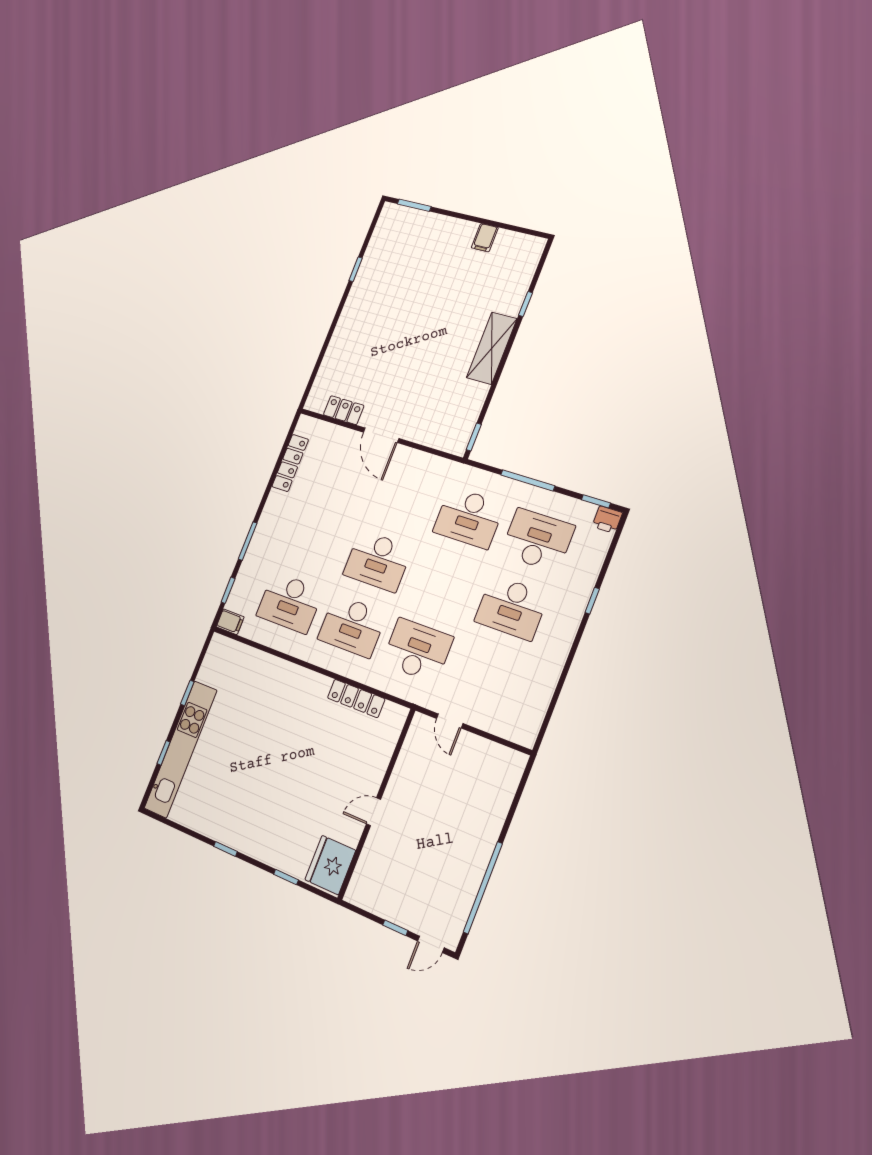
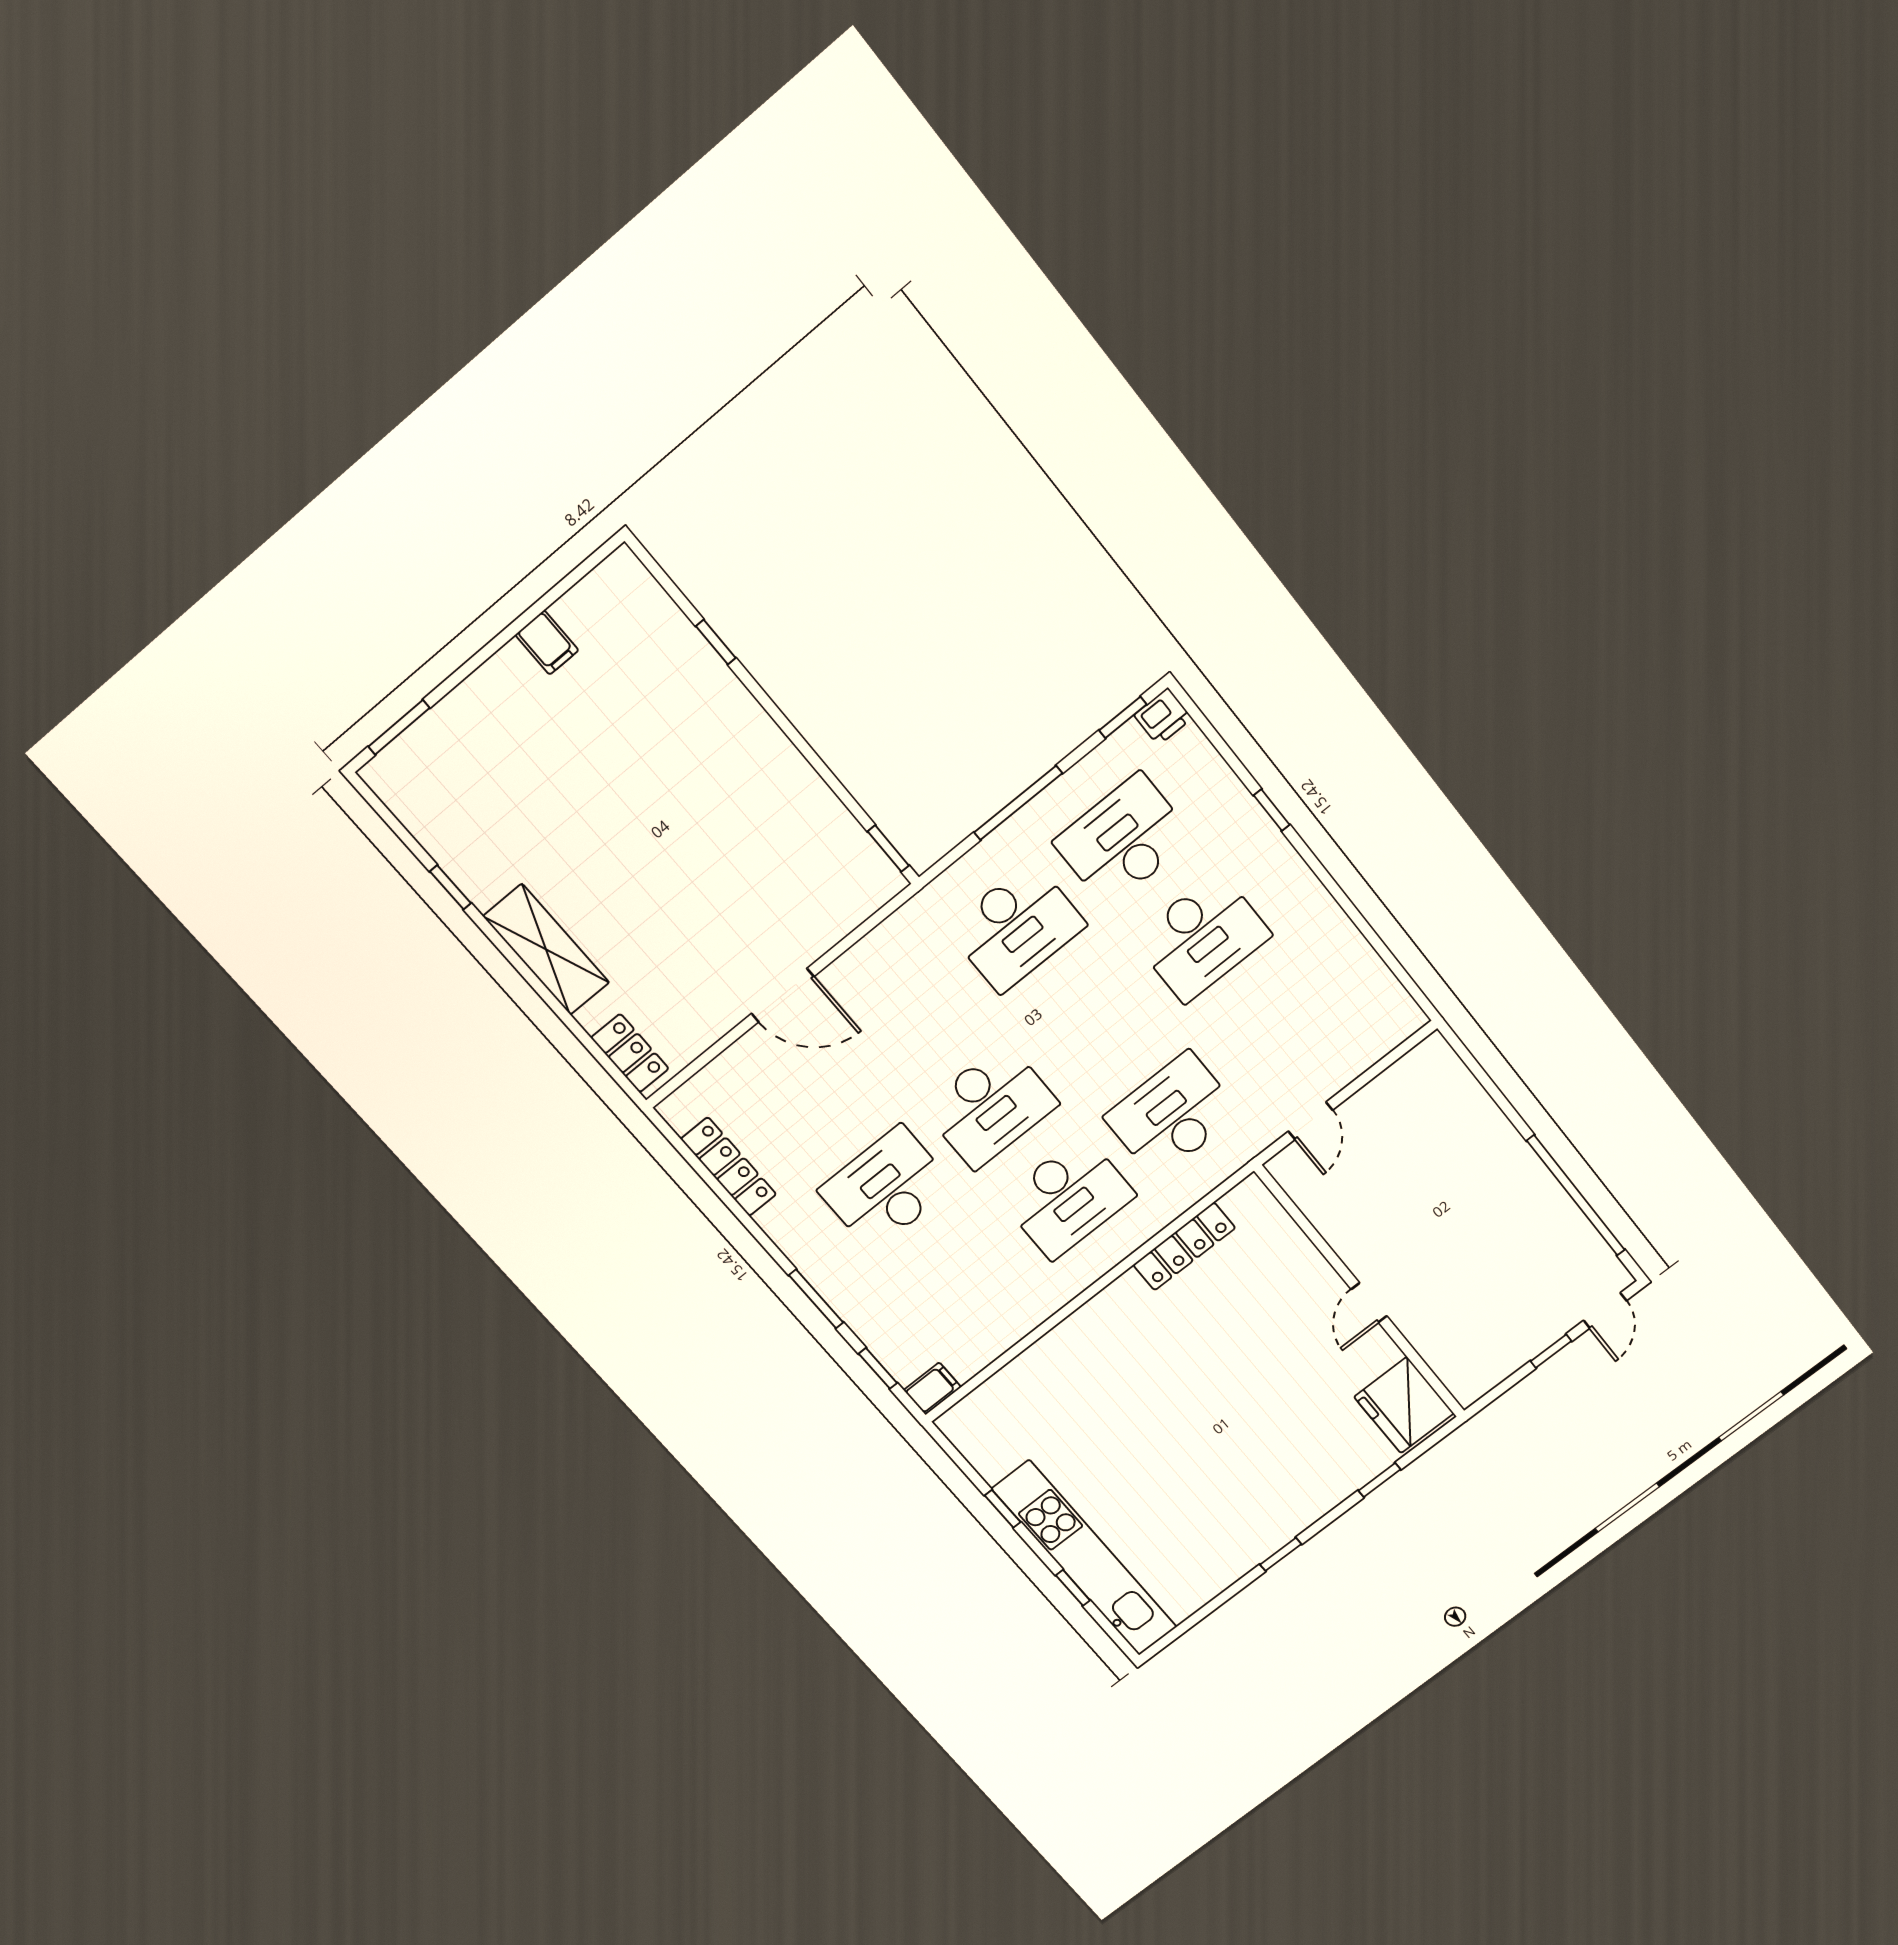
shelving: (492, 348) -> (546, 950), moved
locker: (344, 410) -> (630, 1053), moved, turned 90
desk: (290, 603) -> (886, 1188), moved, turned 180
door: (450, 721) -> (1310, 1121), hinge flipped

